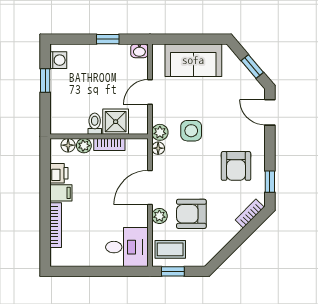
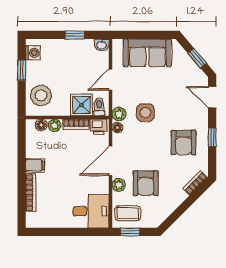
stool: (68, 110) -> (41, 95), added
toilet: (95, 124) -> (99, 107), moved
printer: (59, 173) -> (99, 127), moved, turned 90
window: (270, 182) -> (212, 137), moved
armchair: (191, 214) -> (146, 183), turned -90

